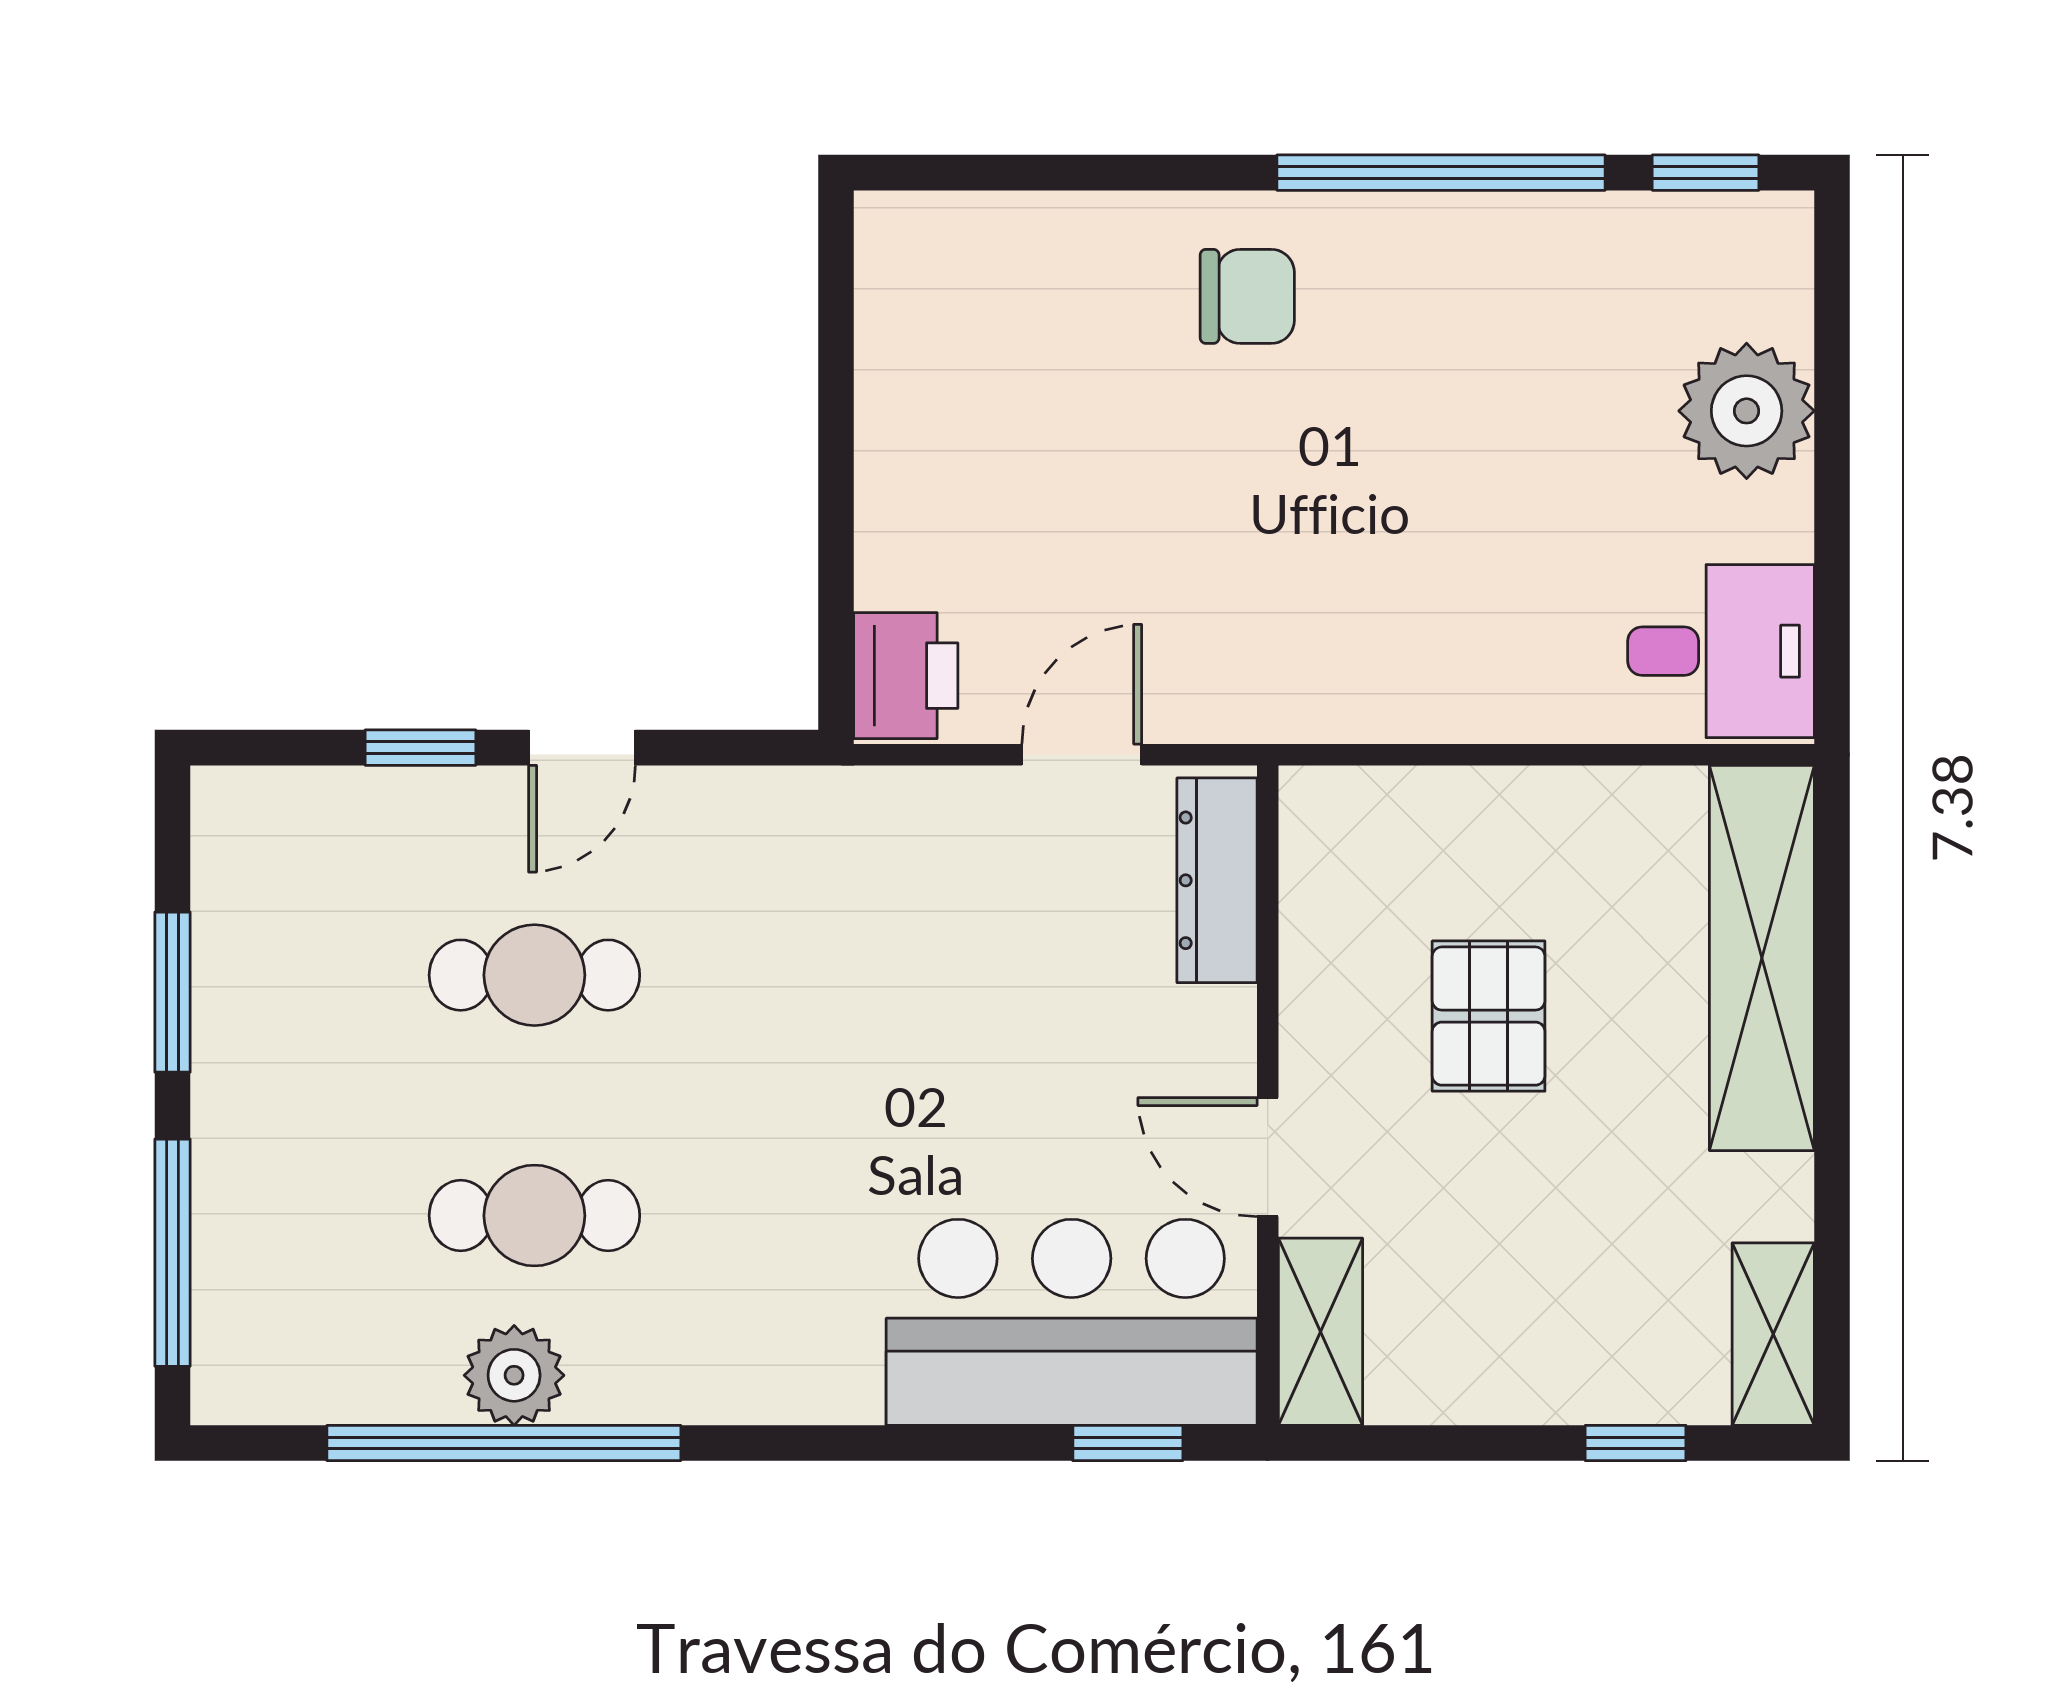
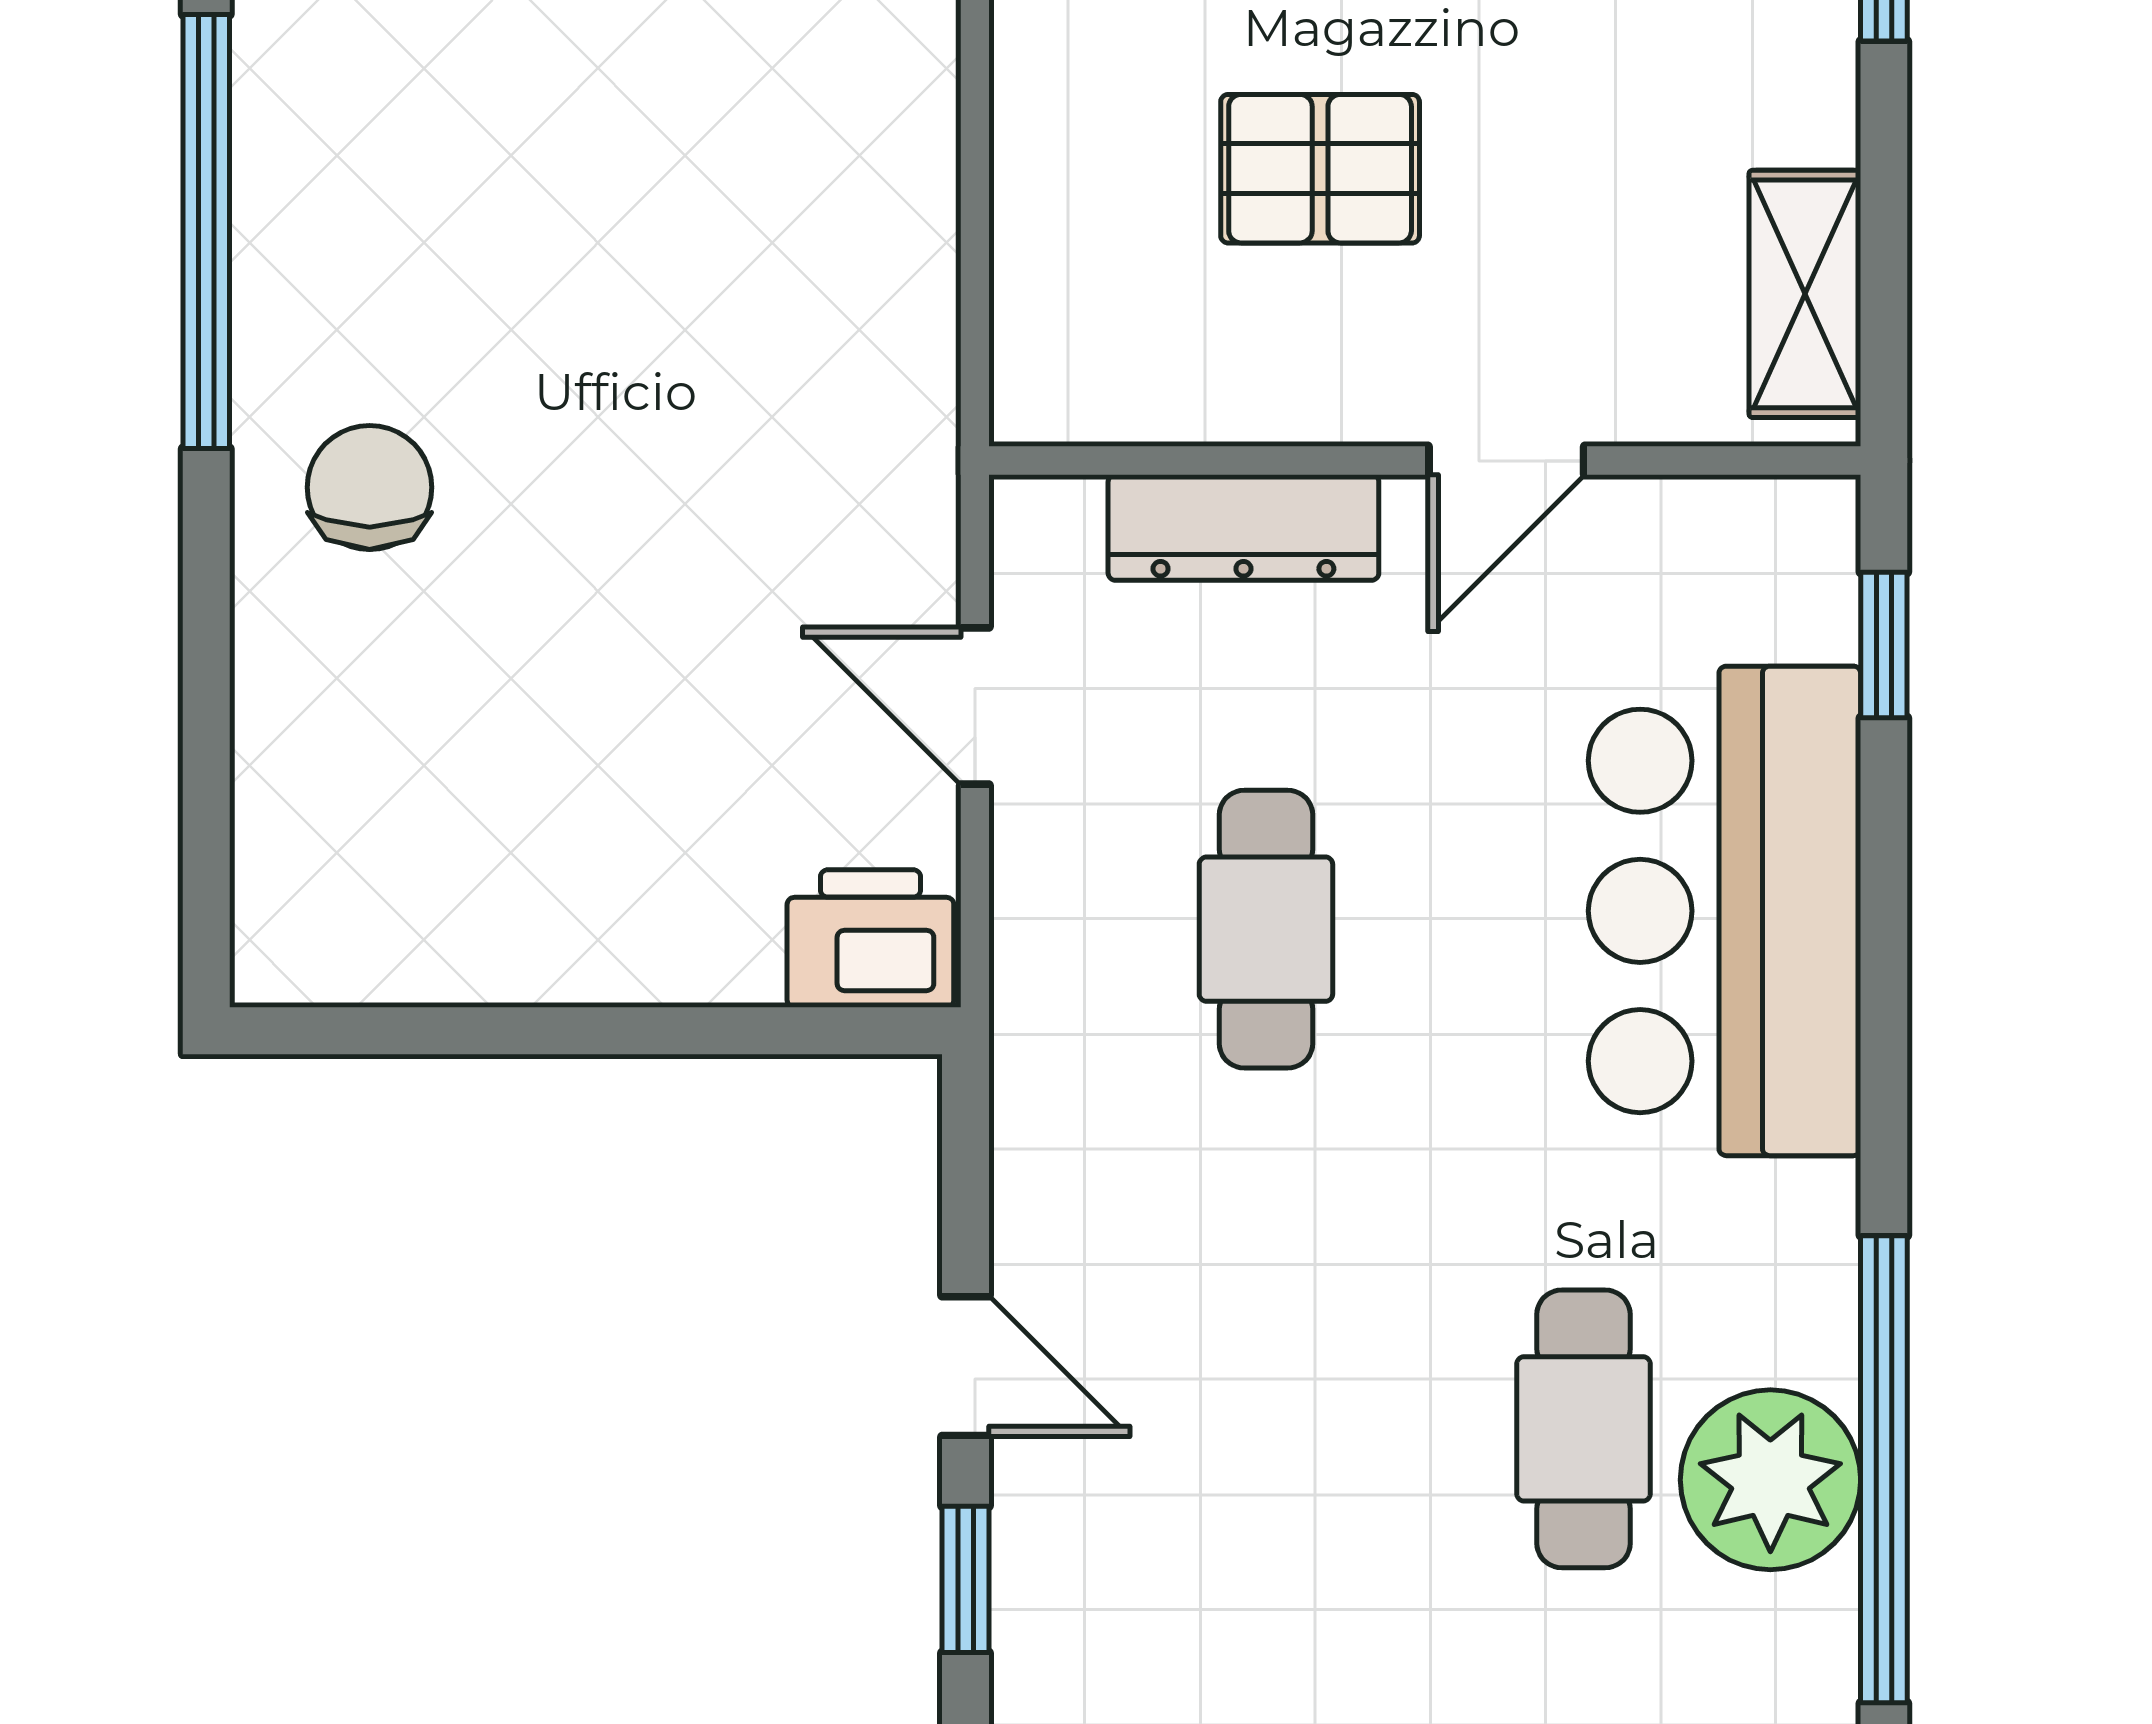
dresser: (1217, 880) -> (1243, 527), moved
cafe table: (534, 975) -> (1266, 929), moved
bar counter: (1072, 1322) -> (1724, 911), moved
shelving: (1320, 1332) -> (1805, 294), moved, turned 90
plant: (514, 1375) -> (1770, 1480), width x1.36, depth x1.36

